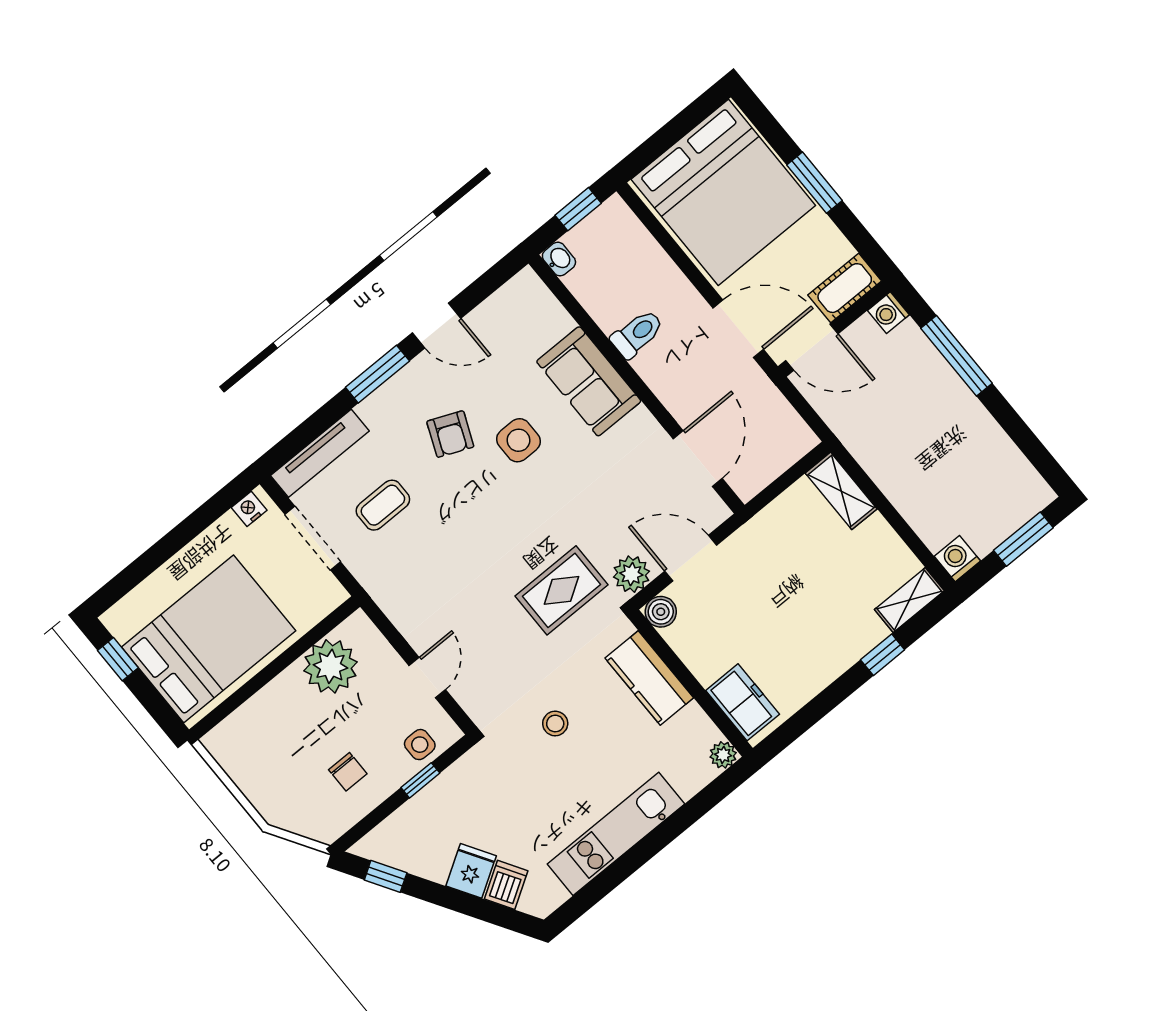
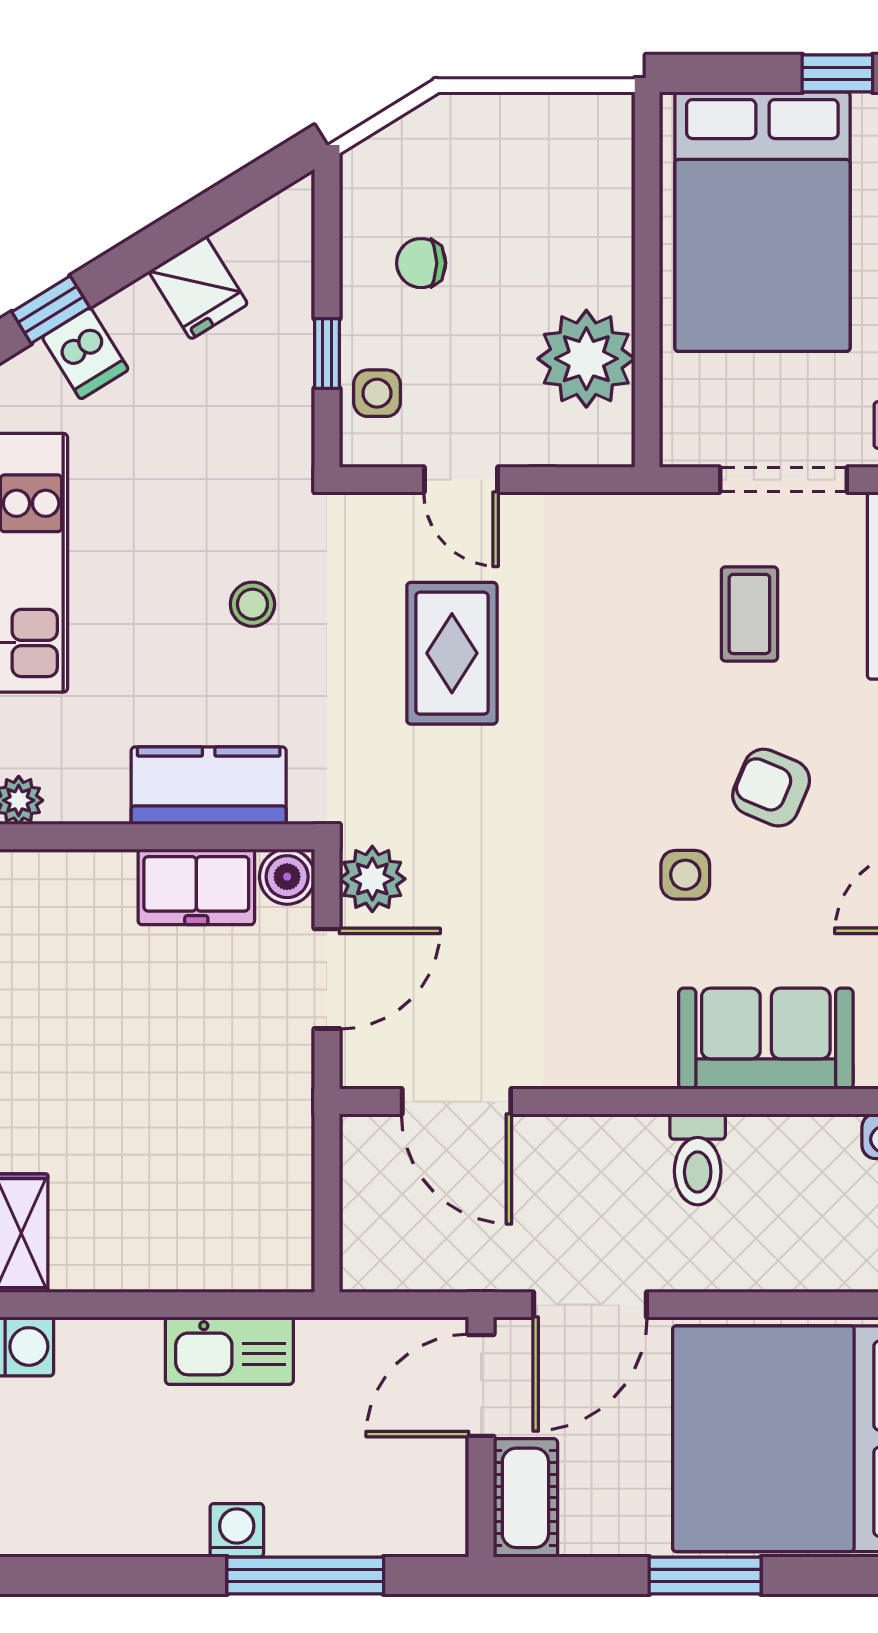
washing machine: (888, 313) -> (237, 1530), moved
sofa: (589, 381) -> (766, 1039), moved
side table: (518, 440) -> (685, 875), width x0.73, depth x0.73
kitchen sink: (886, 468) -> (229, 1351), added
shelving: (841, 491) -> (249, 1263), removed
rug: (561, 590) -> (452, 653), moved
freezer: (743, 702) -> (196, 887), moved
fridge: (471, 871) -> (198, 288), moved
window: (386, 876) -> (51, 310), moved

